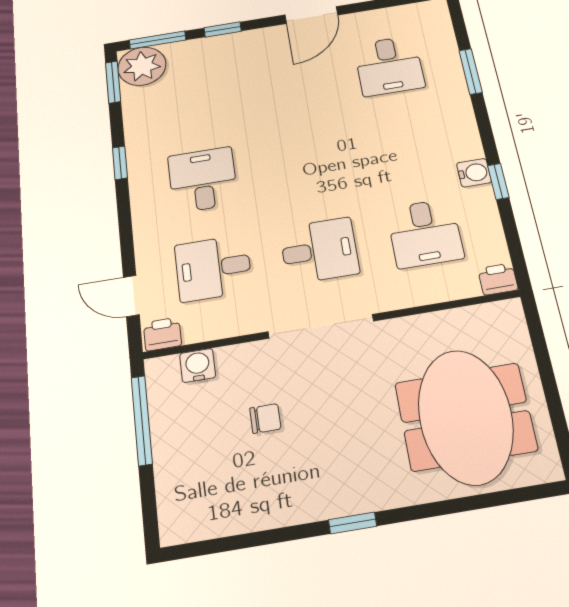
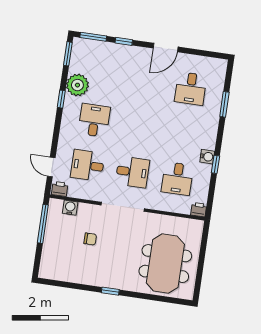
plant: (142, 66) -> (77, 85), moved

